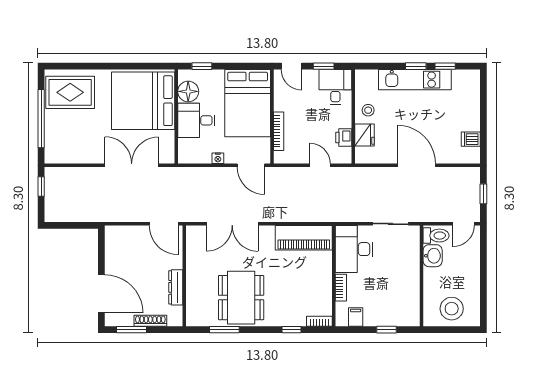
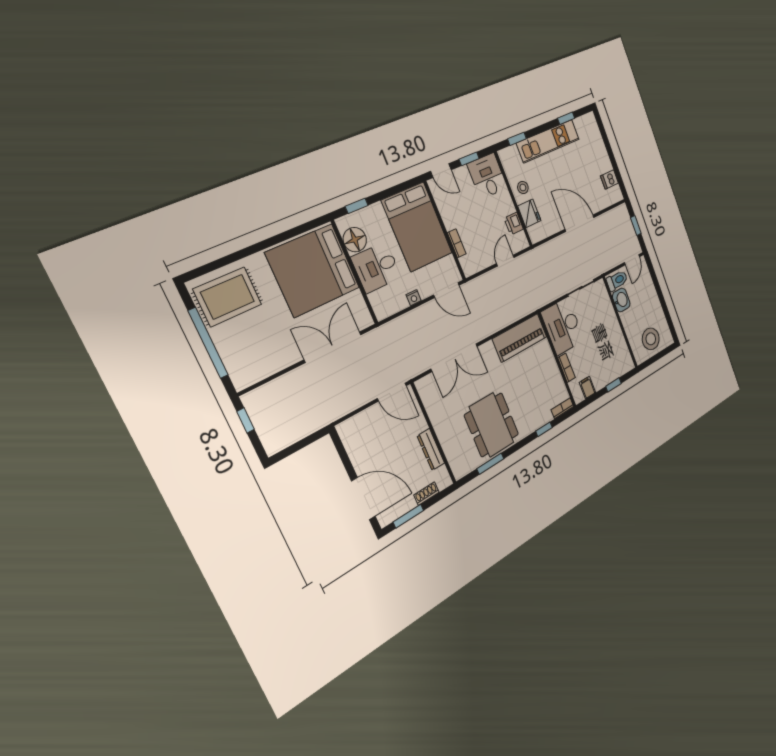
window: (416, 66) -> (517, 139), moved
bookcase: (279, 131) -> (457, 243), width x0.64
door: (320, 165) -> (505, 260), hinge flipped
shoe rack: (150, 321) -> (427, 494), width x0.70

